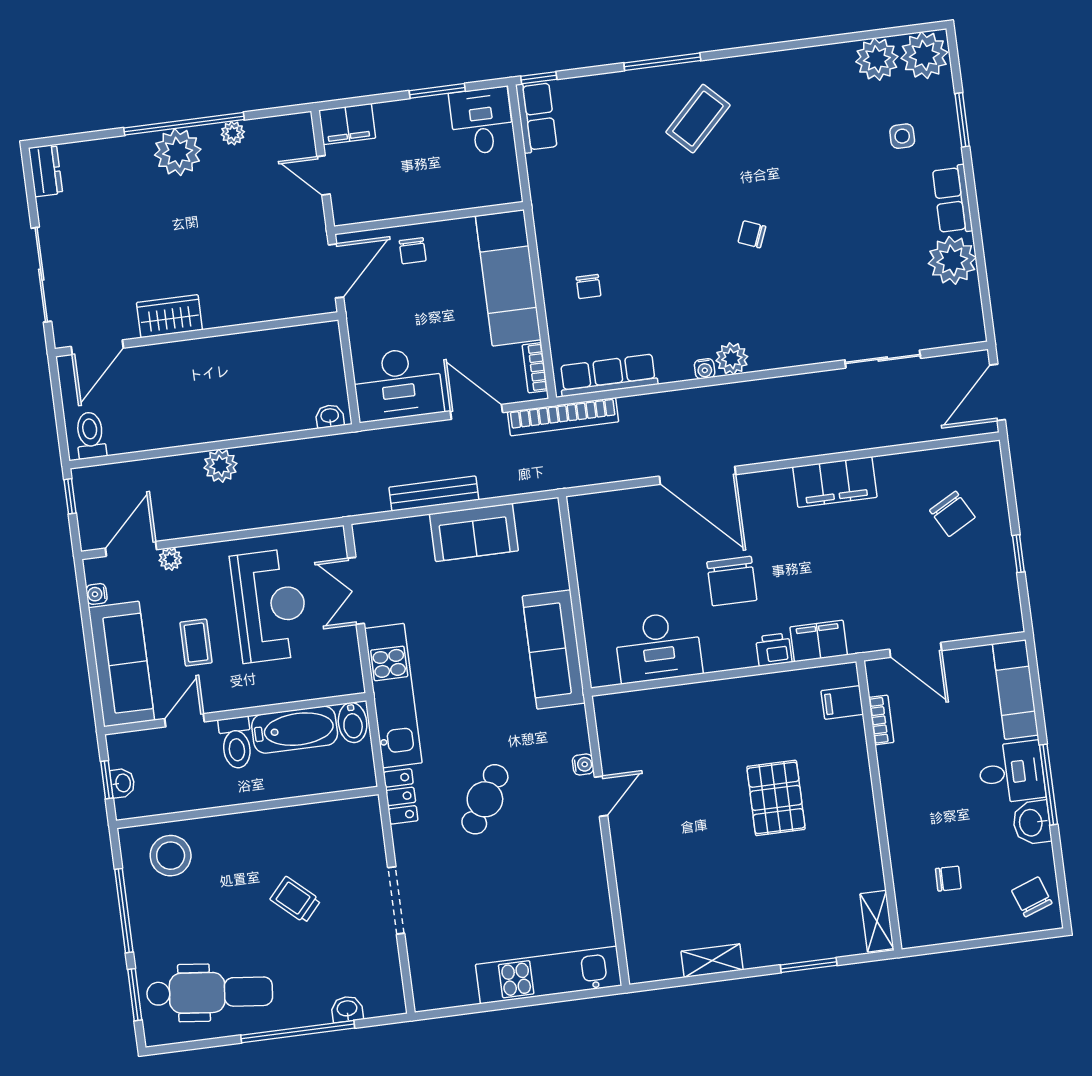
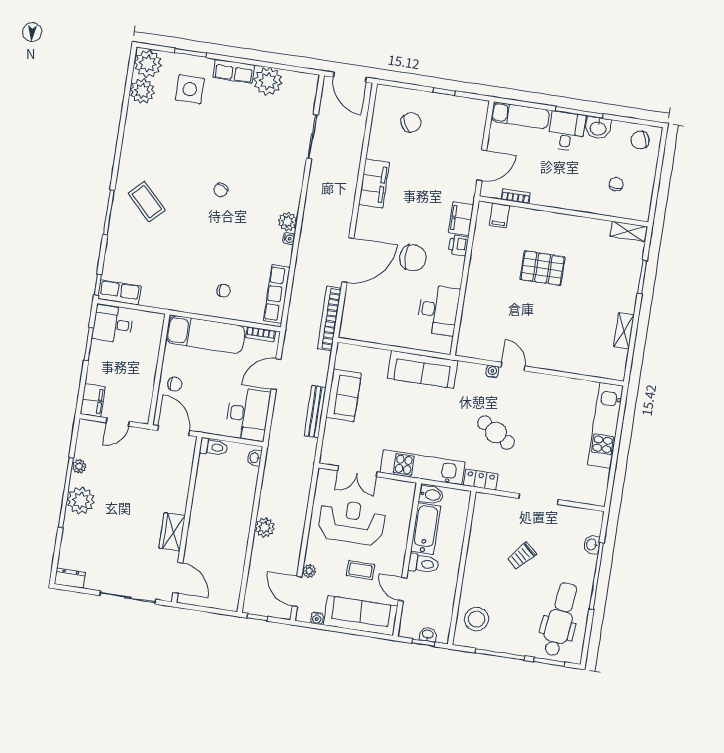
side table: (902, 136) -> (190, 89), width x1.87, depth x1.87
bookcase: (563, 417) -> (329, 319), moved, turned 180
toilet: (90, 435) -> (214, 447), moved, turned 180

